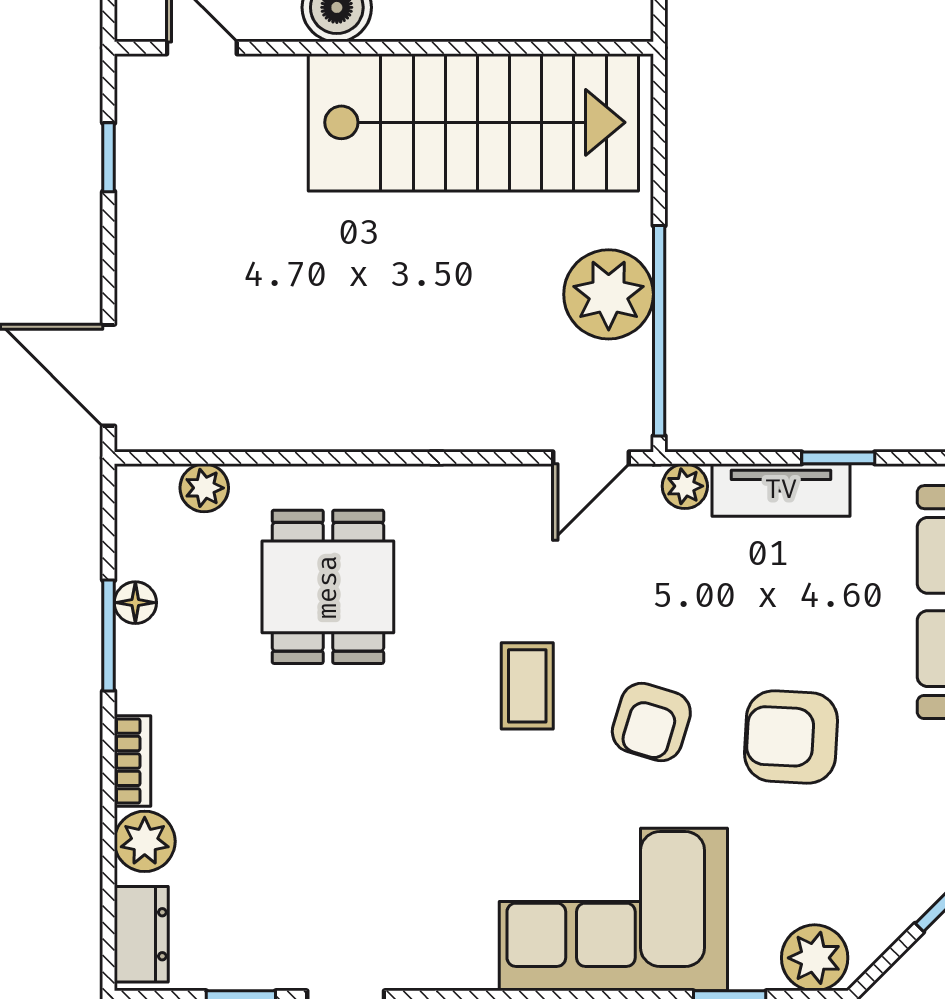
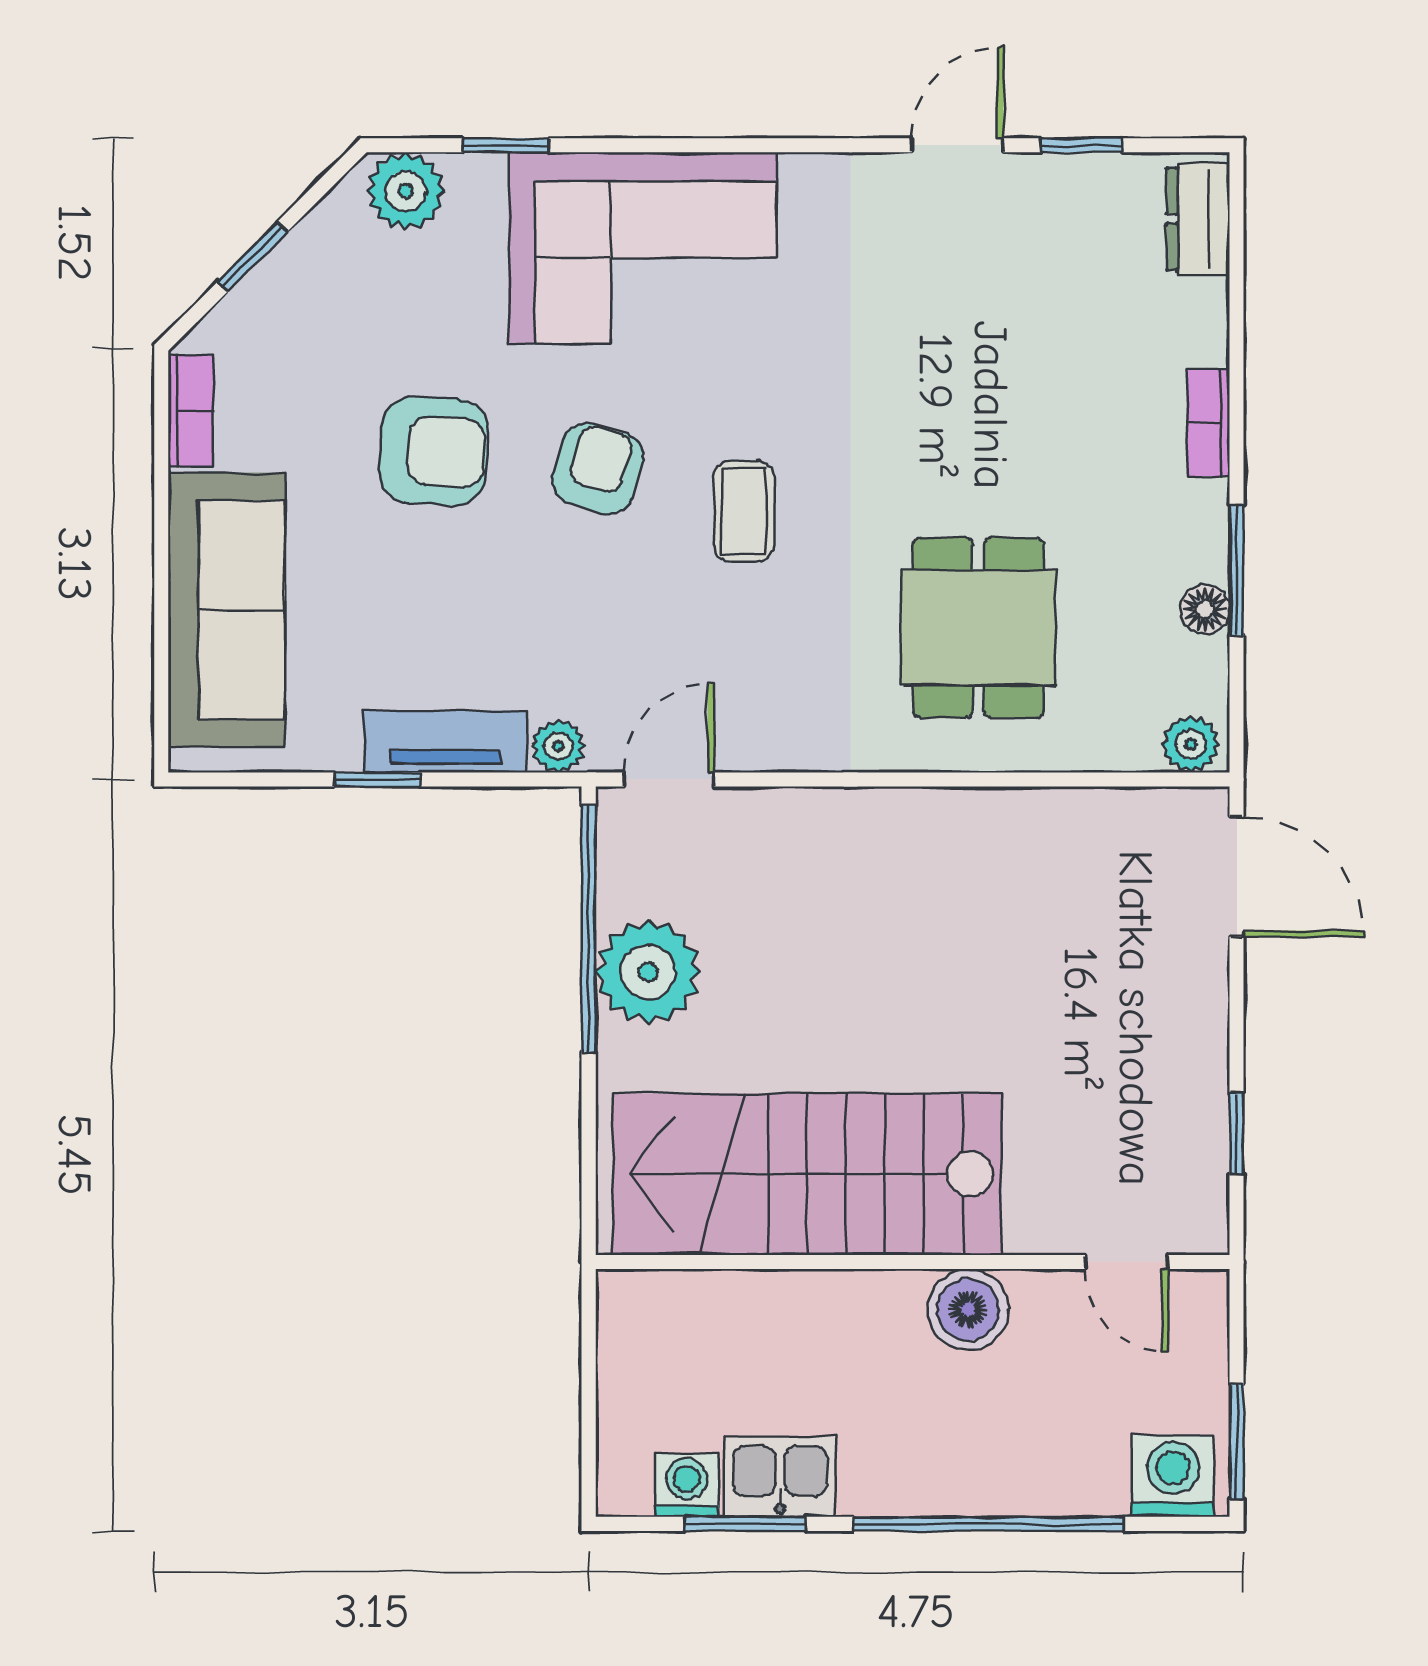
plant: (204, 488) -> (1191, 744), moved
plant: (145, 841) -> (1194, 328), removed

